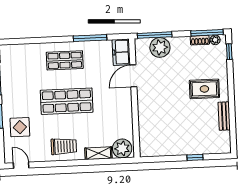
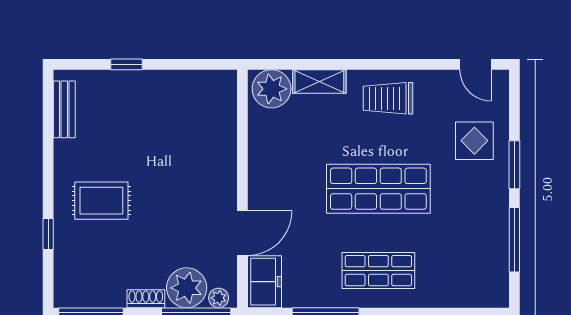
shoe rack: (200, 40) -> (146, 299), moved
plant: (215, 40) -> (219, 298), moved
window: (229, 52) -> (48, 234), moved
bench: (224, 116) -> (64, 109), moved

